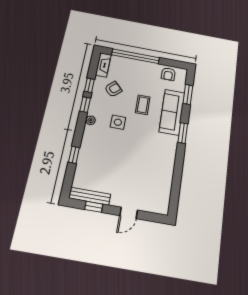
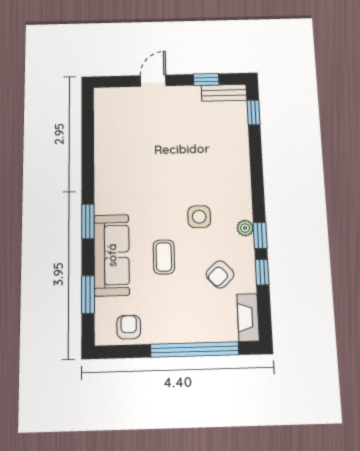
plant: (91, 120) -> (245, 228), moved
window: (74, 155) -> (253, 112), moved
bench: (90, 196) -> (224, 93), width x0.73

